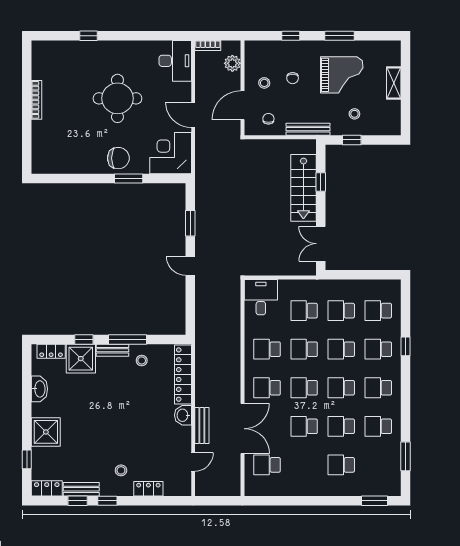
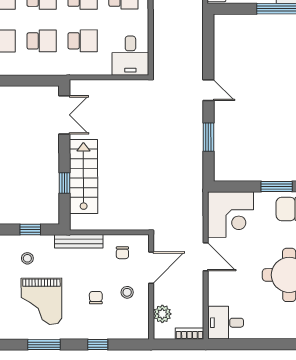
desk: (175, 61) -> (226, 323), width x0.73
grand piano: (342, 75) -> (41, 301), turned -90

